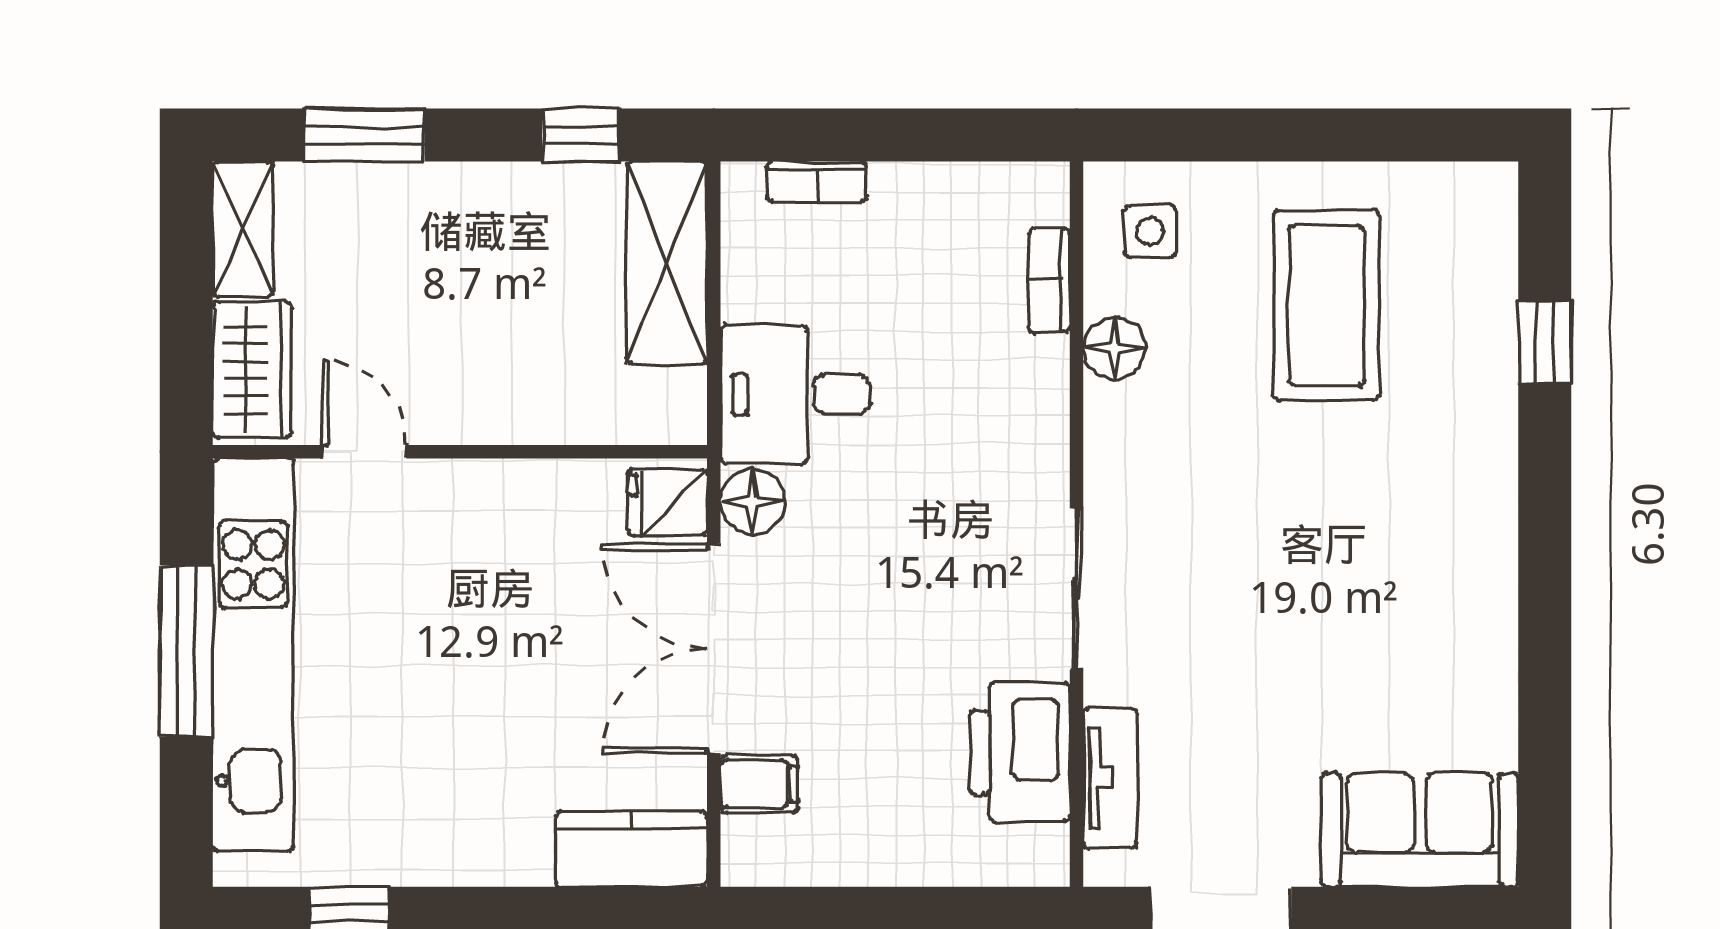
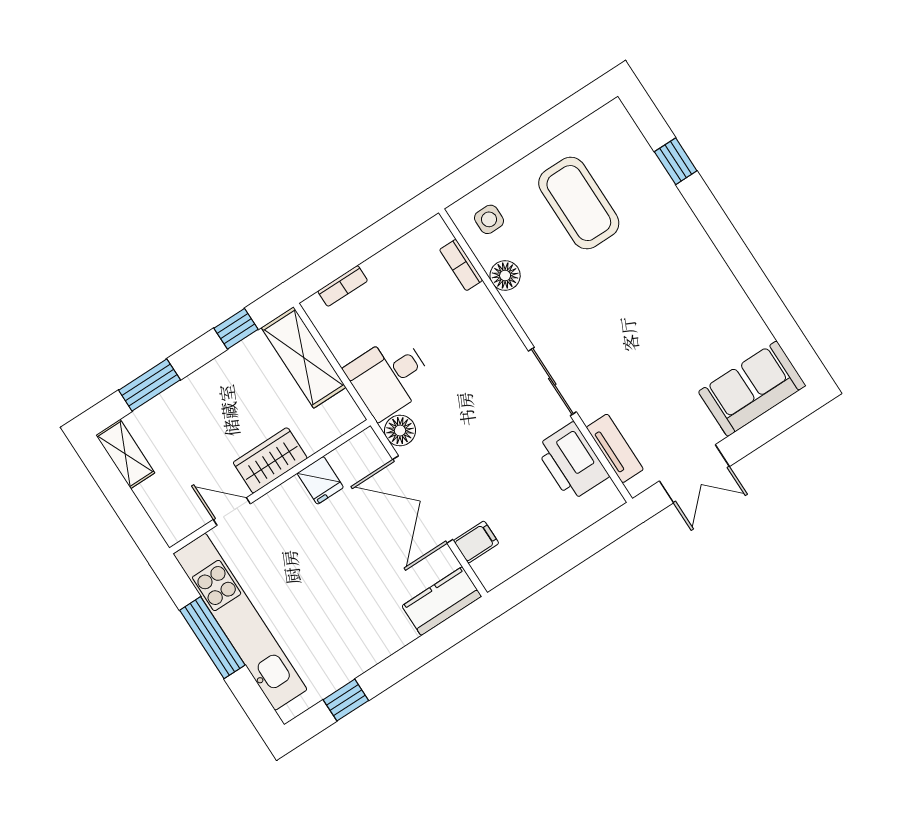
wardrobe: (252, 370) -> (270, 460), moved, turned -90
fridge: (668, 503) -> (320, 480), moved, turned -90

